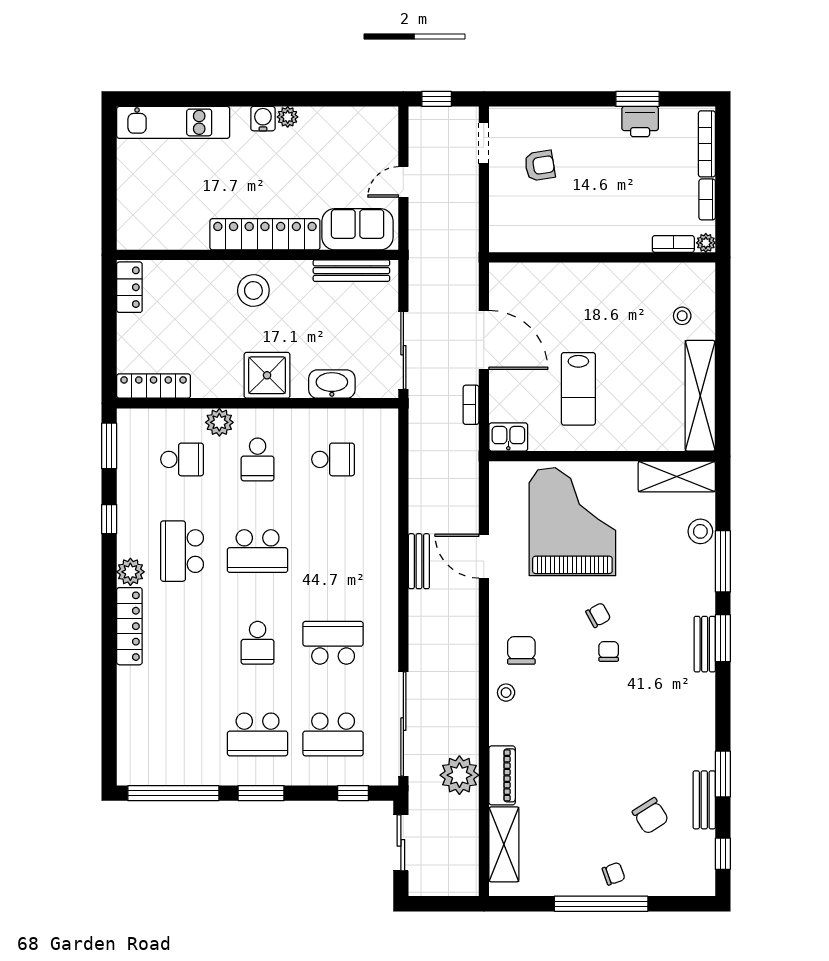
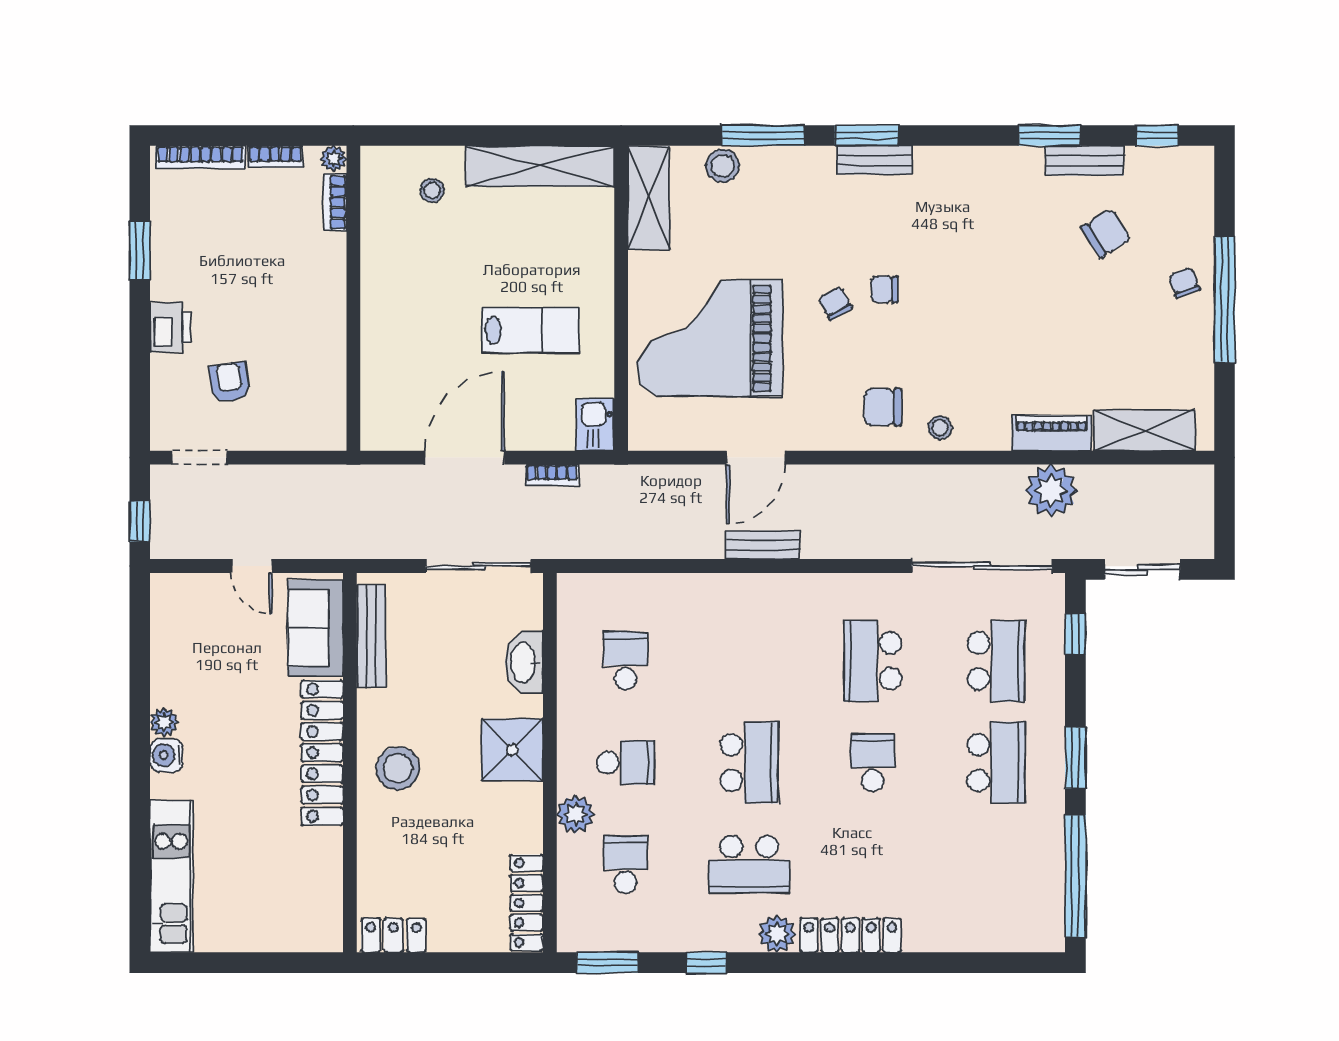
printer: (640, 122) -> (170, 328), moved
school desk: (258, 643) -> (873, 763), turned -90

